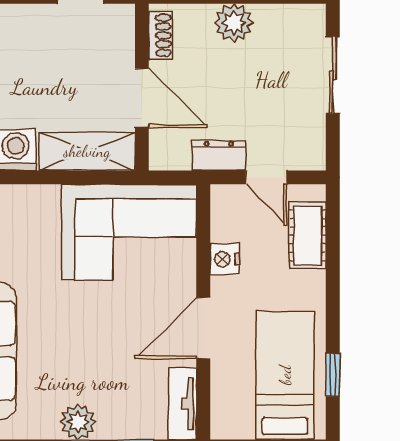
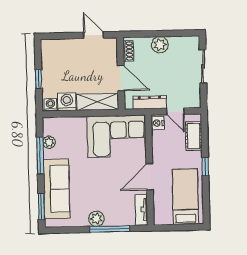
dresser: (219, 155) -> (150, 102), width x1.44
nightstand: (225, 259) -> (158, 123), moved
window: (333, 375) -> (205, 167), moved

